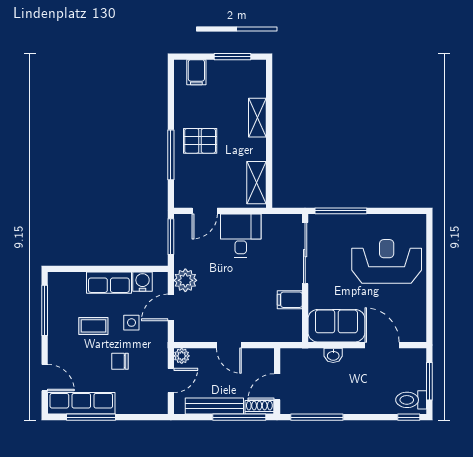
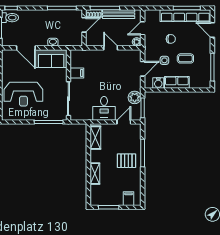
plant: (185, 280) -> (135, 97), moved
row of seats: (81, 403) -> (185, 16), width x1.36

